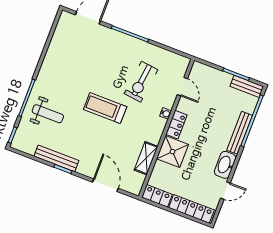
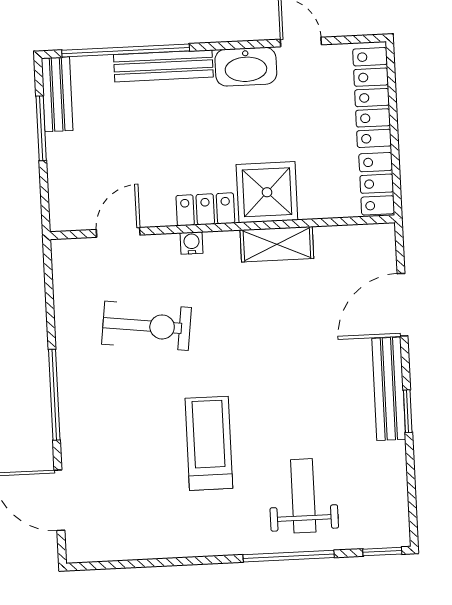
treadmill: (105, 108) -> (209, 443), moved, turned 180
bench: (56, 158) -> (389, 389), moved
shelving: (146, 158) -> (277, 244), moved

